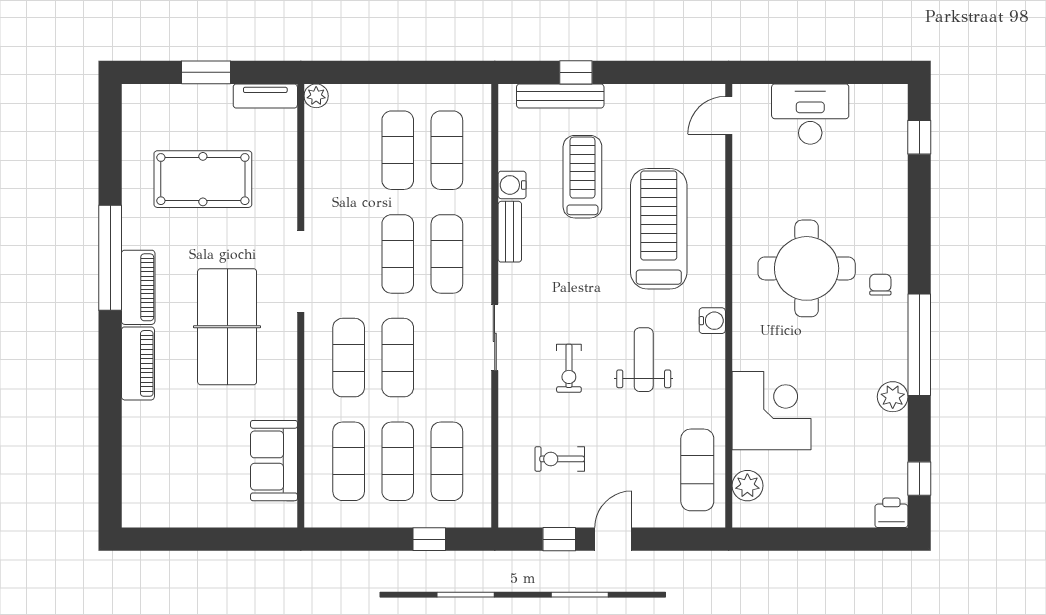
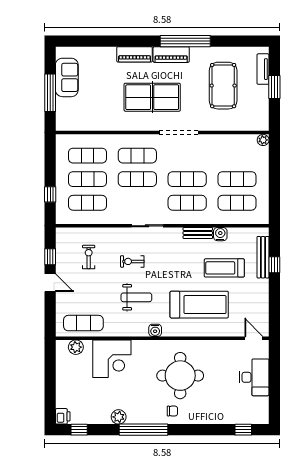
tv unit: (265, 96) -> (263, 69), moved
treadmill: (582, 177) -> (224, 268), turned 180
sofa: (274, 461) -> (67, 77), moved, turned 90
window: (218, 539) -> (50, 93), added

